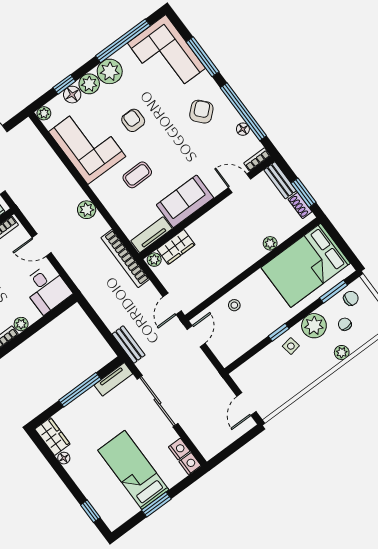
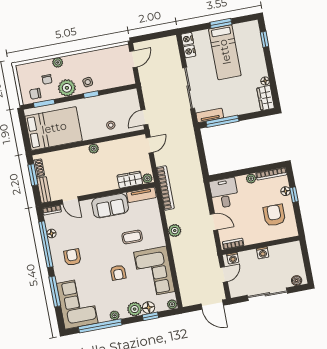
plant: (110, 71) -> (115, 315), width x0.53, depth x0.53
armchair: (201, 112) -> (72, 257), turned 132
plant: (270, 243) -> (94, 149), moved
bench: (129, 344) -> (190, 133), removed
window: (80, 390) -> (222, 121), moved

